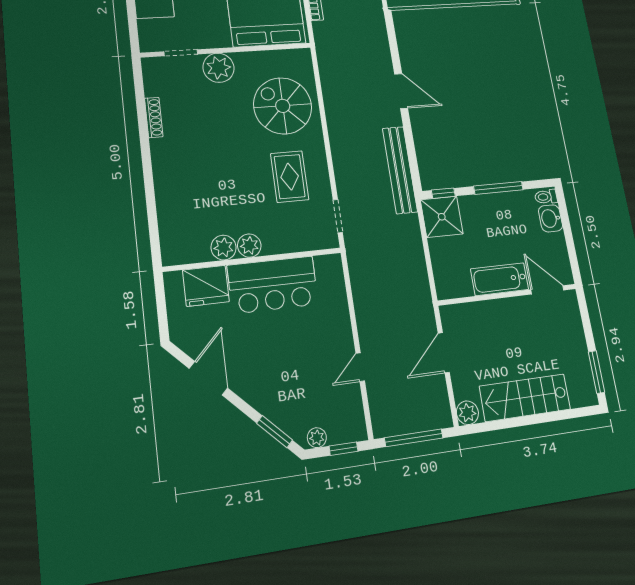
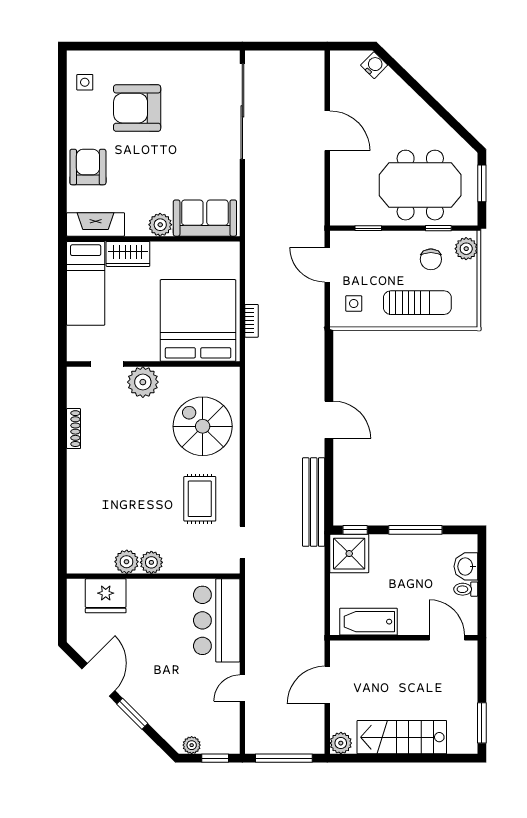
toilet: (546, 197) -> (466, 589), moved
bathtub: (500, 279) -> (368, 622), moved
bar counter: (273, 285) -> (217, 620), moved, turned 90
window: (275, 432) -> (132, 714), moved

